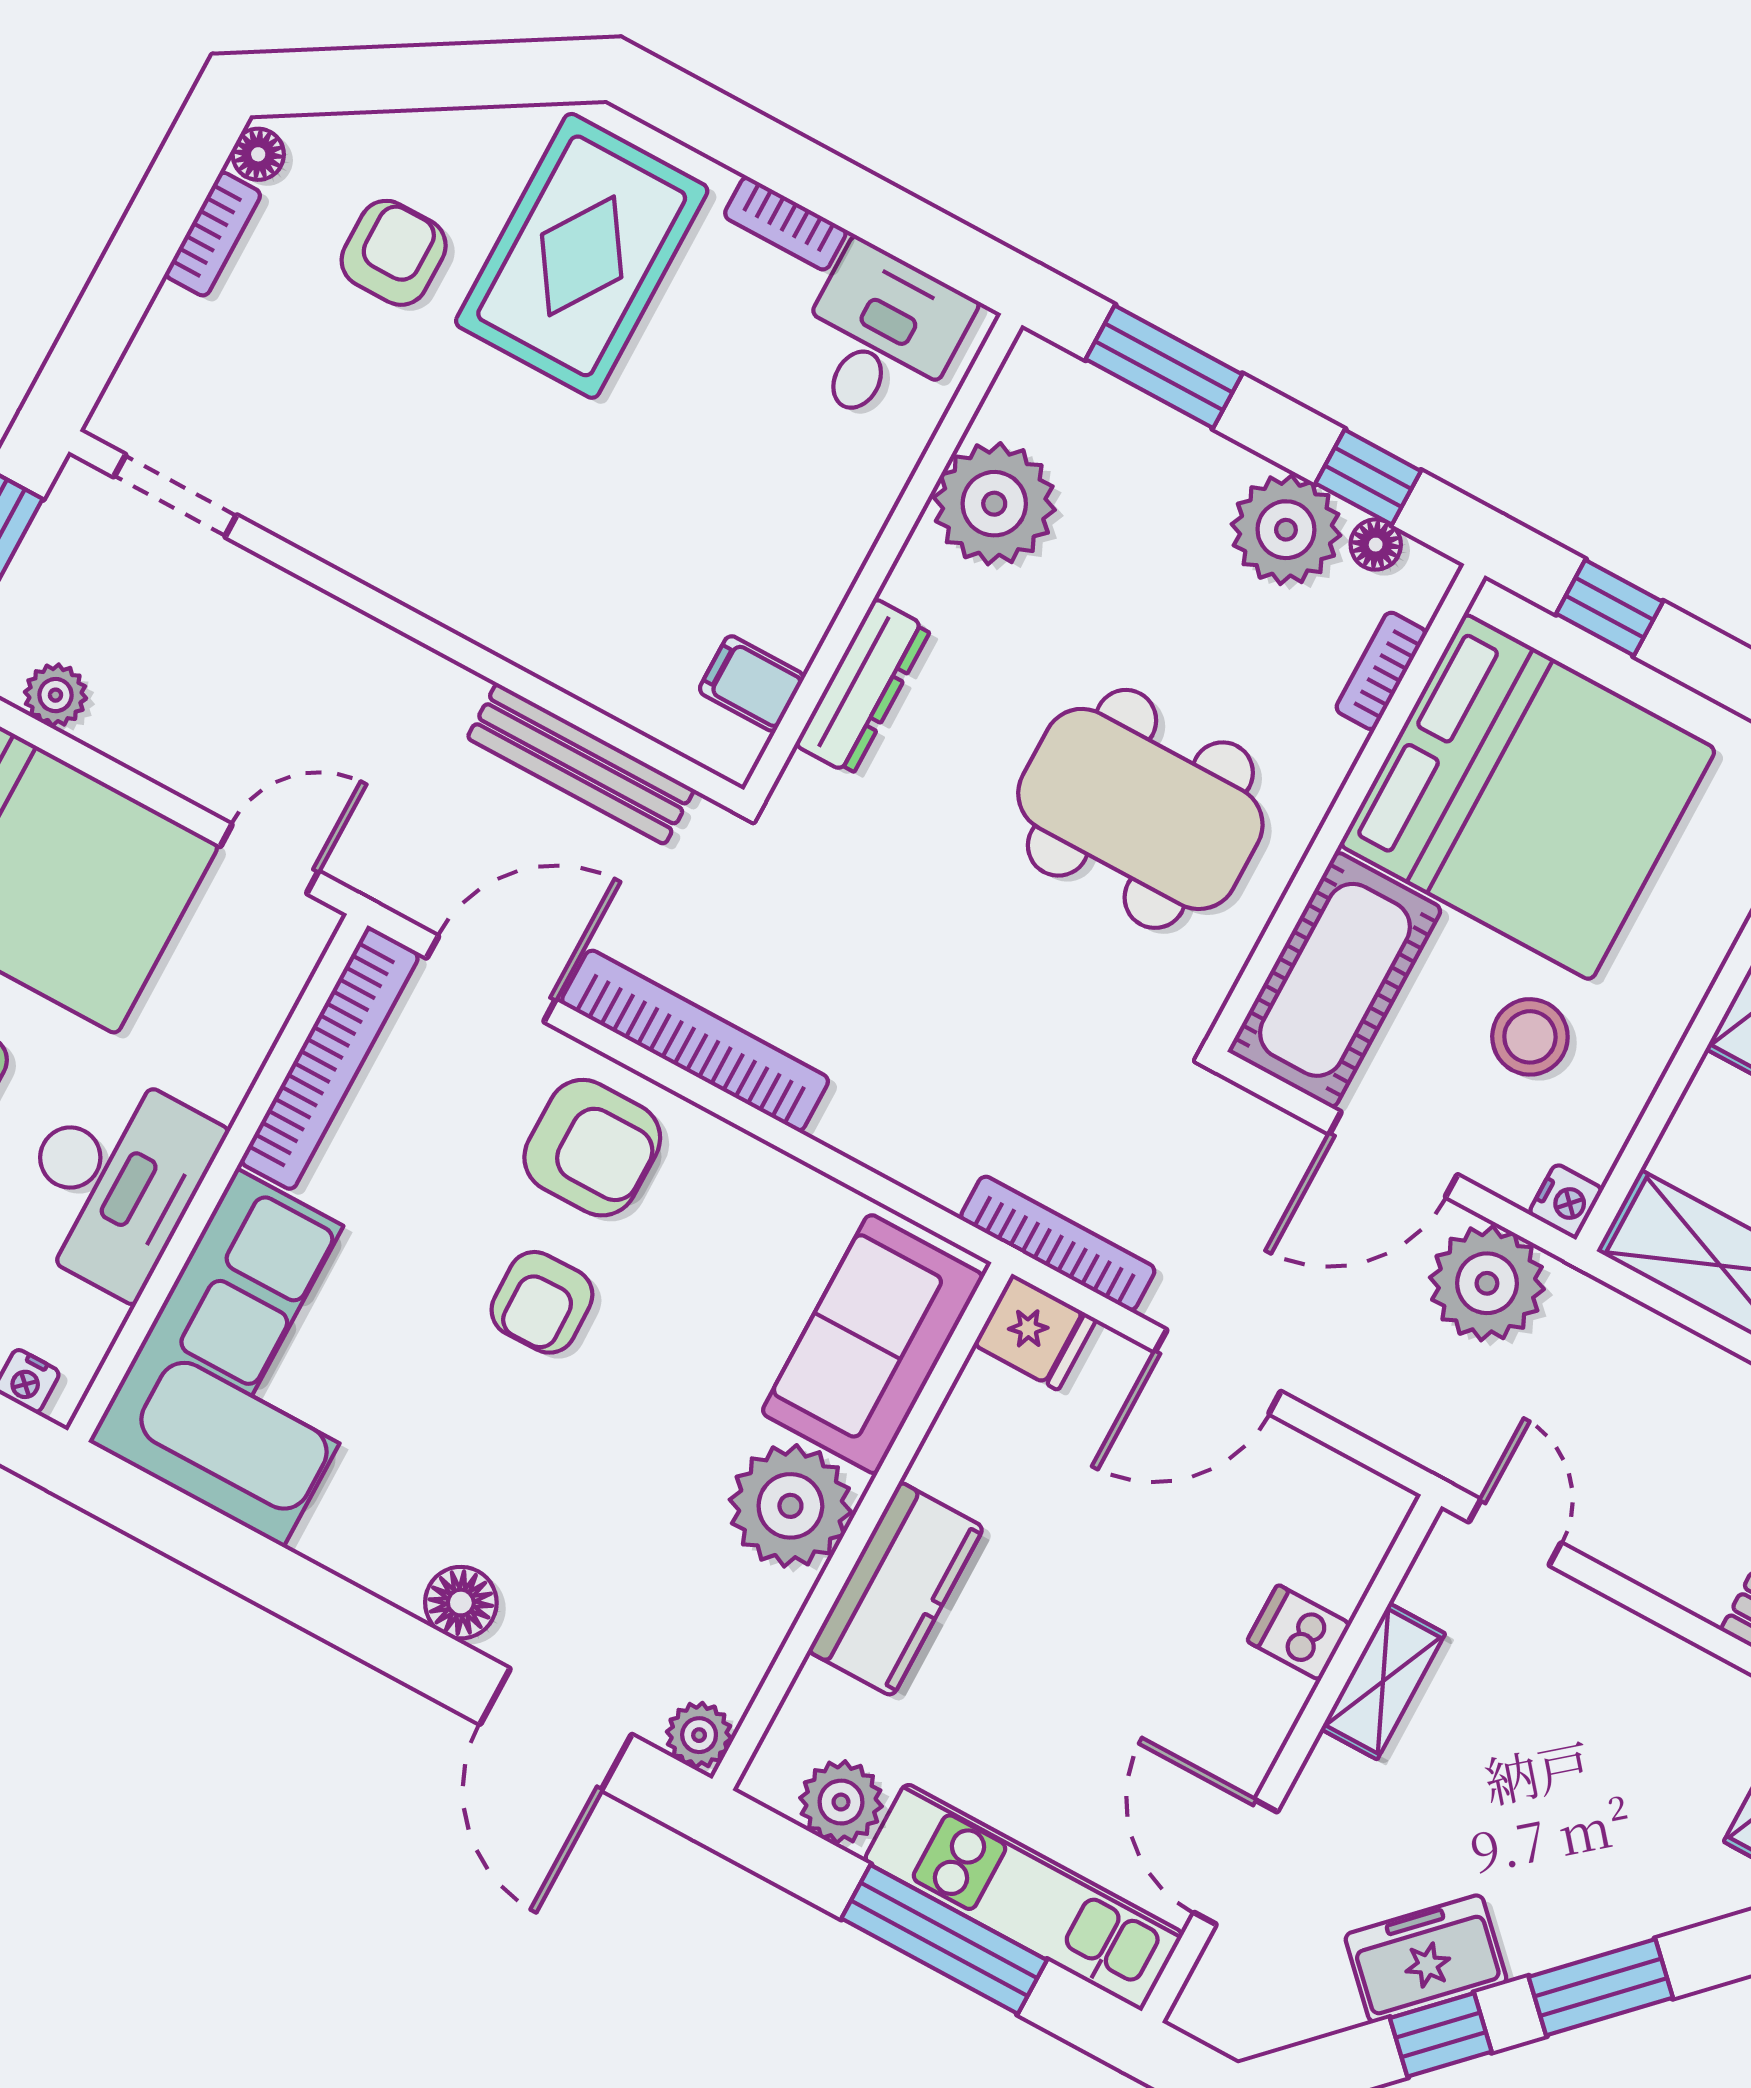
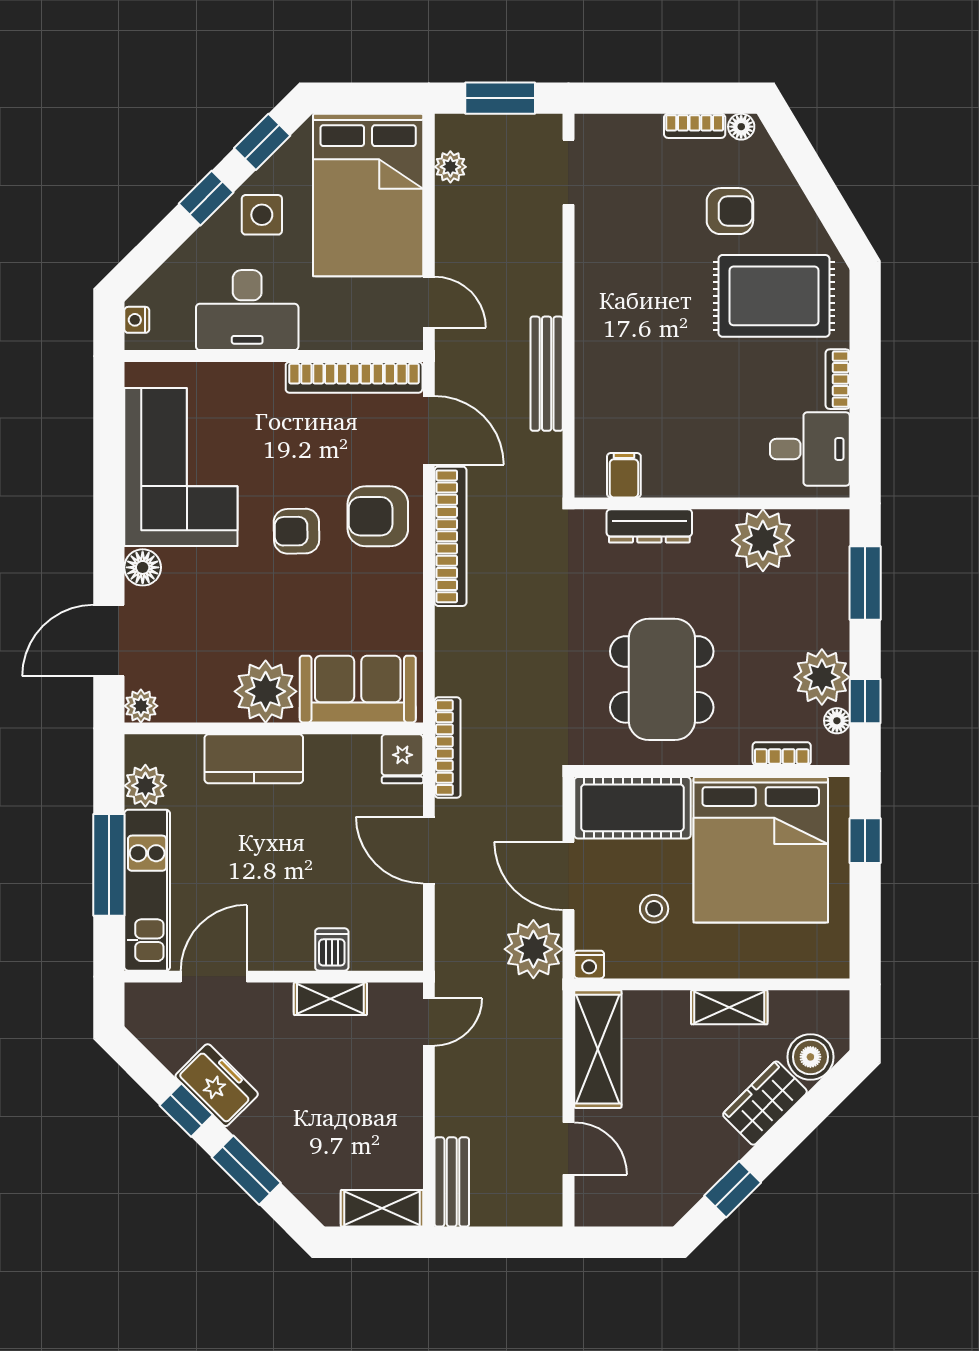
bench: (581, 764) -> (547, 374), moved
stool: (1530, 1037) -> (654, 909), width x0.73, depth x0.73
armchair: (592, 1148) -> (378, 516), turned 90
corner sofa: (260, 1358) -> (181, 467), moved, turned -90

